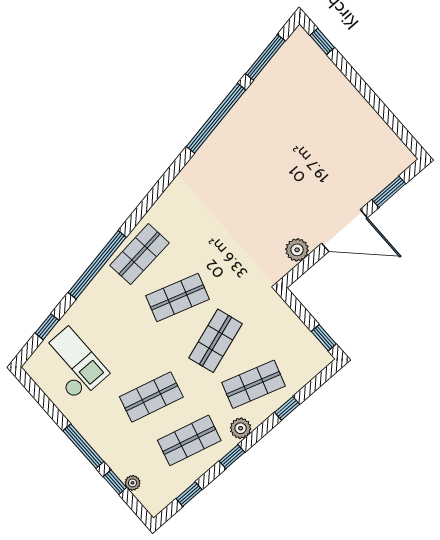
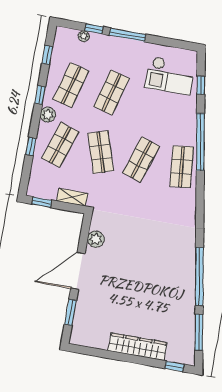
wardrobe: (345, 95) -> (137, 347), added
shelving: (286, 317) -> (72, 197), added

